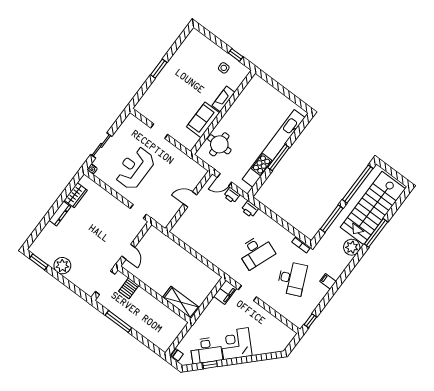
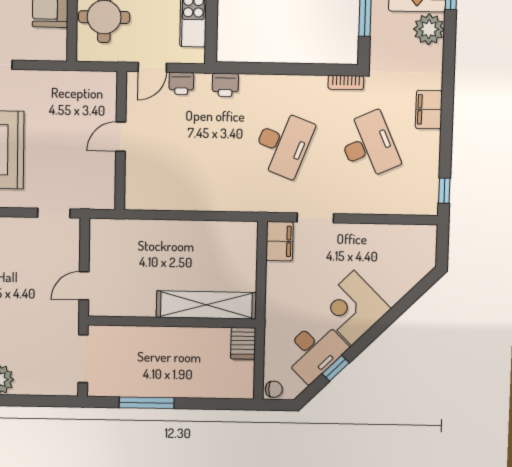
door: (128, 252) -> (84, 286), swing flipped
filing cabinet: (328, 281) -> (429, 110), width x2.00
server rack: (129, 288) -> (243, 343), moved
shelving: (181, 302) -> (206, 305), width x1.47

